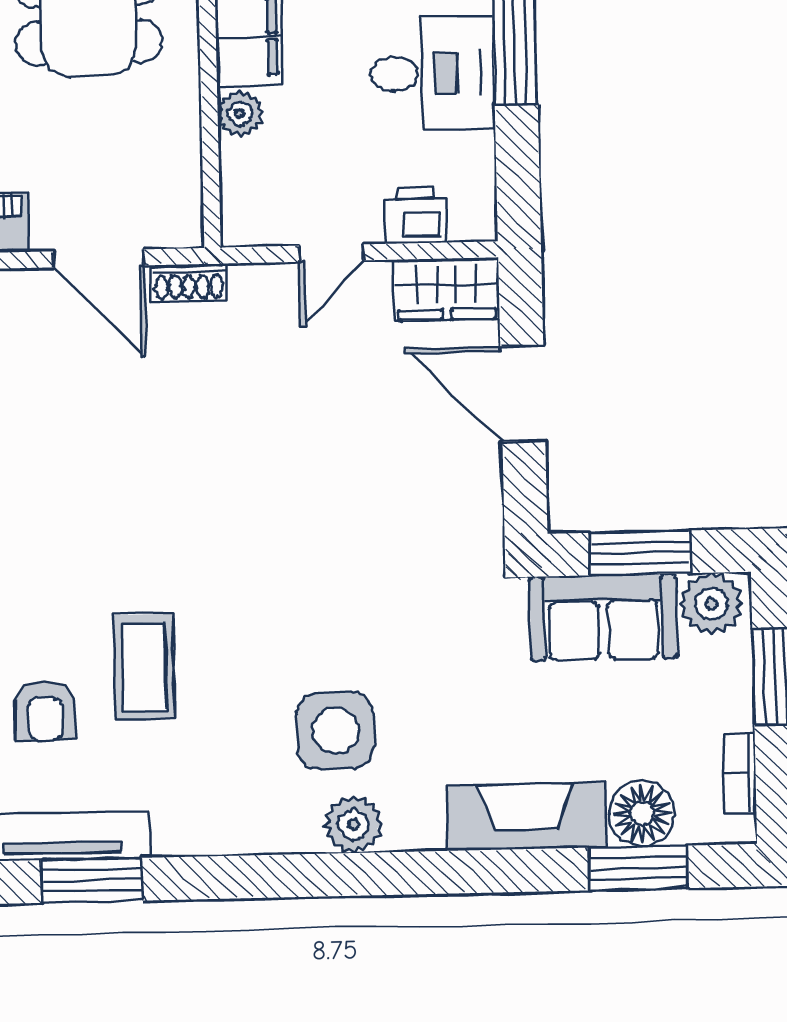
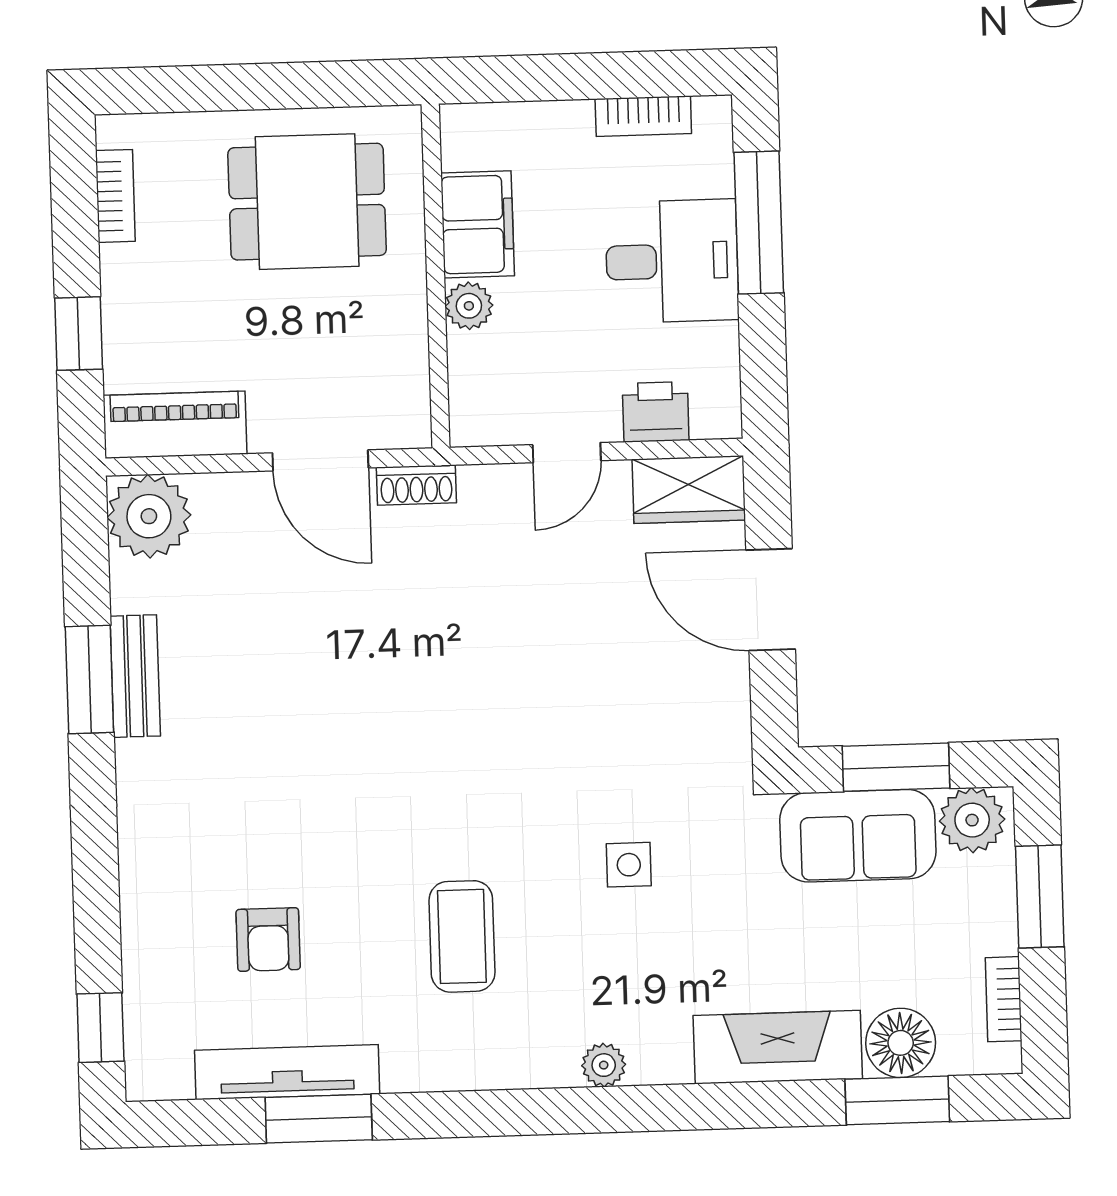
coffee table: (144, 667) -> (462, 936), moved
side table: (335, 731) -> (629, 865), moved, width x0.54, depth x0.54
plant: (353, 824) -> (604, 1065), width x0.73, depth x0.73

